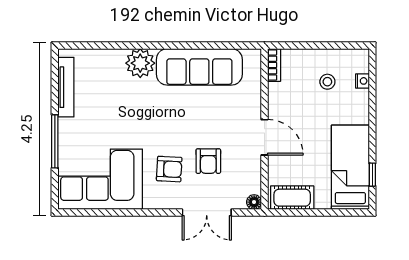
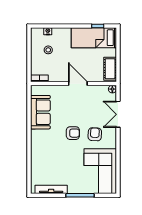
plant: (140, 63) -> (38, 150), removed
sofa: (199, 67) -> (40, 112), width x0.73
door: (264, 137) -> (78, 84), hinge flipped
armchair: (208, 161) -> (73, 133), moved
double door: (207, 212) -> (118, 114), swing flipped

